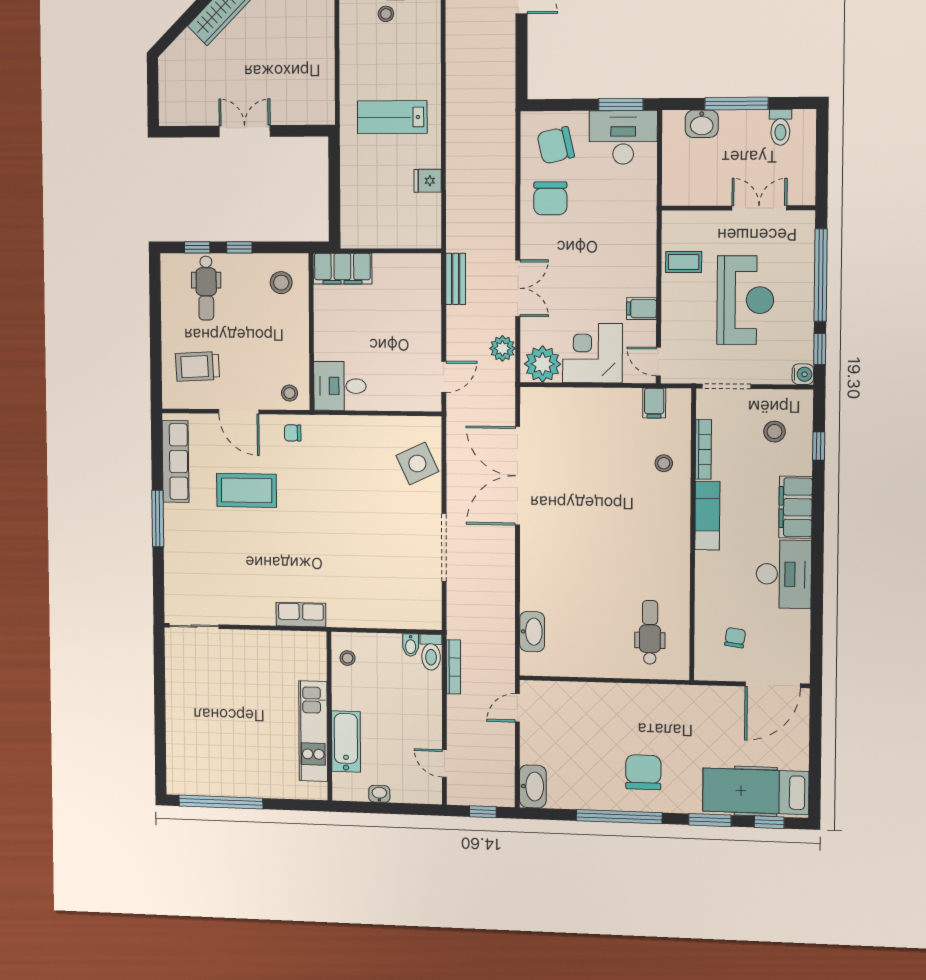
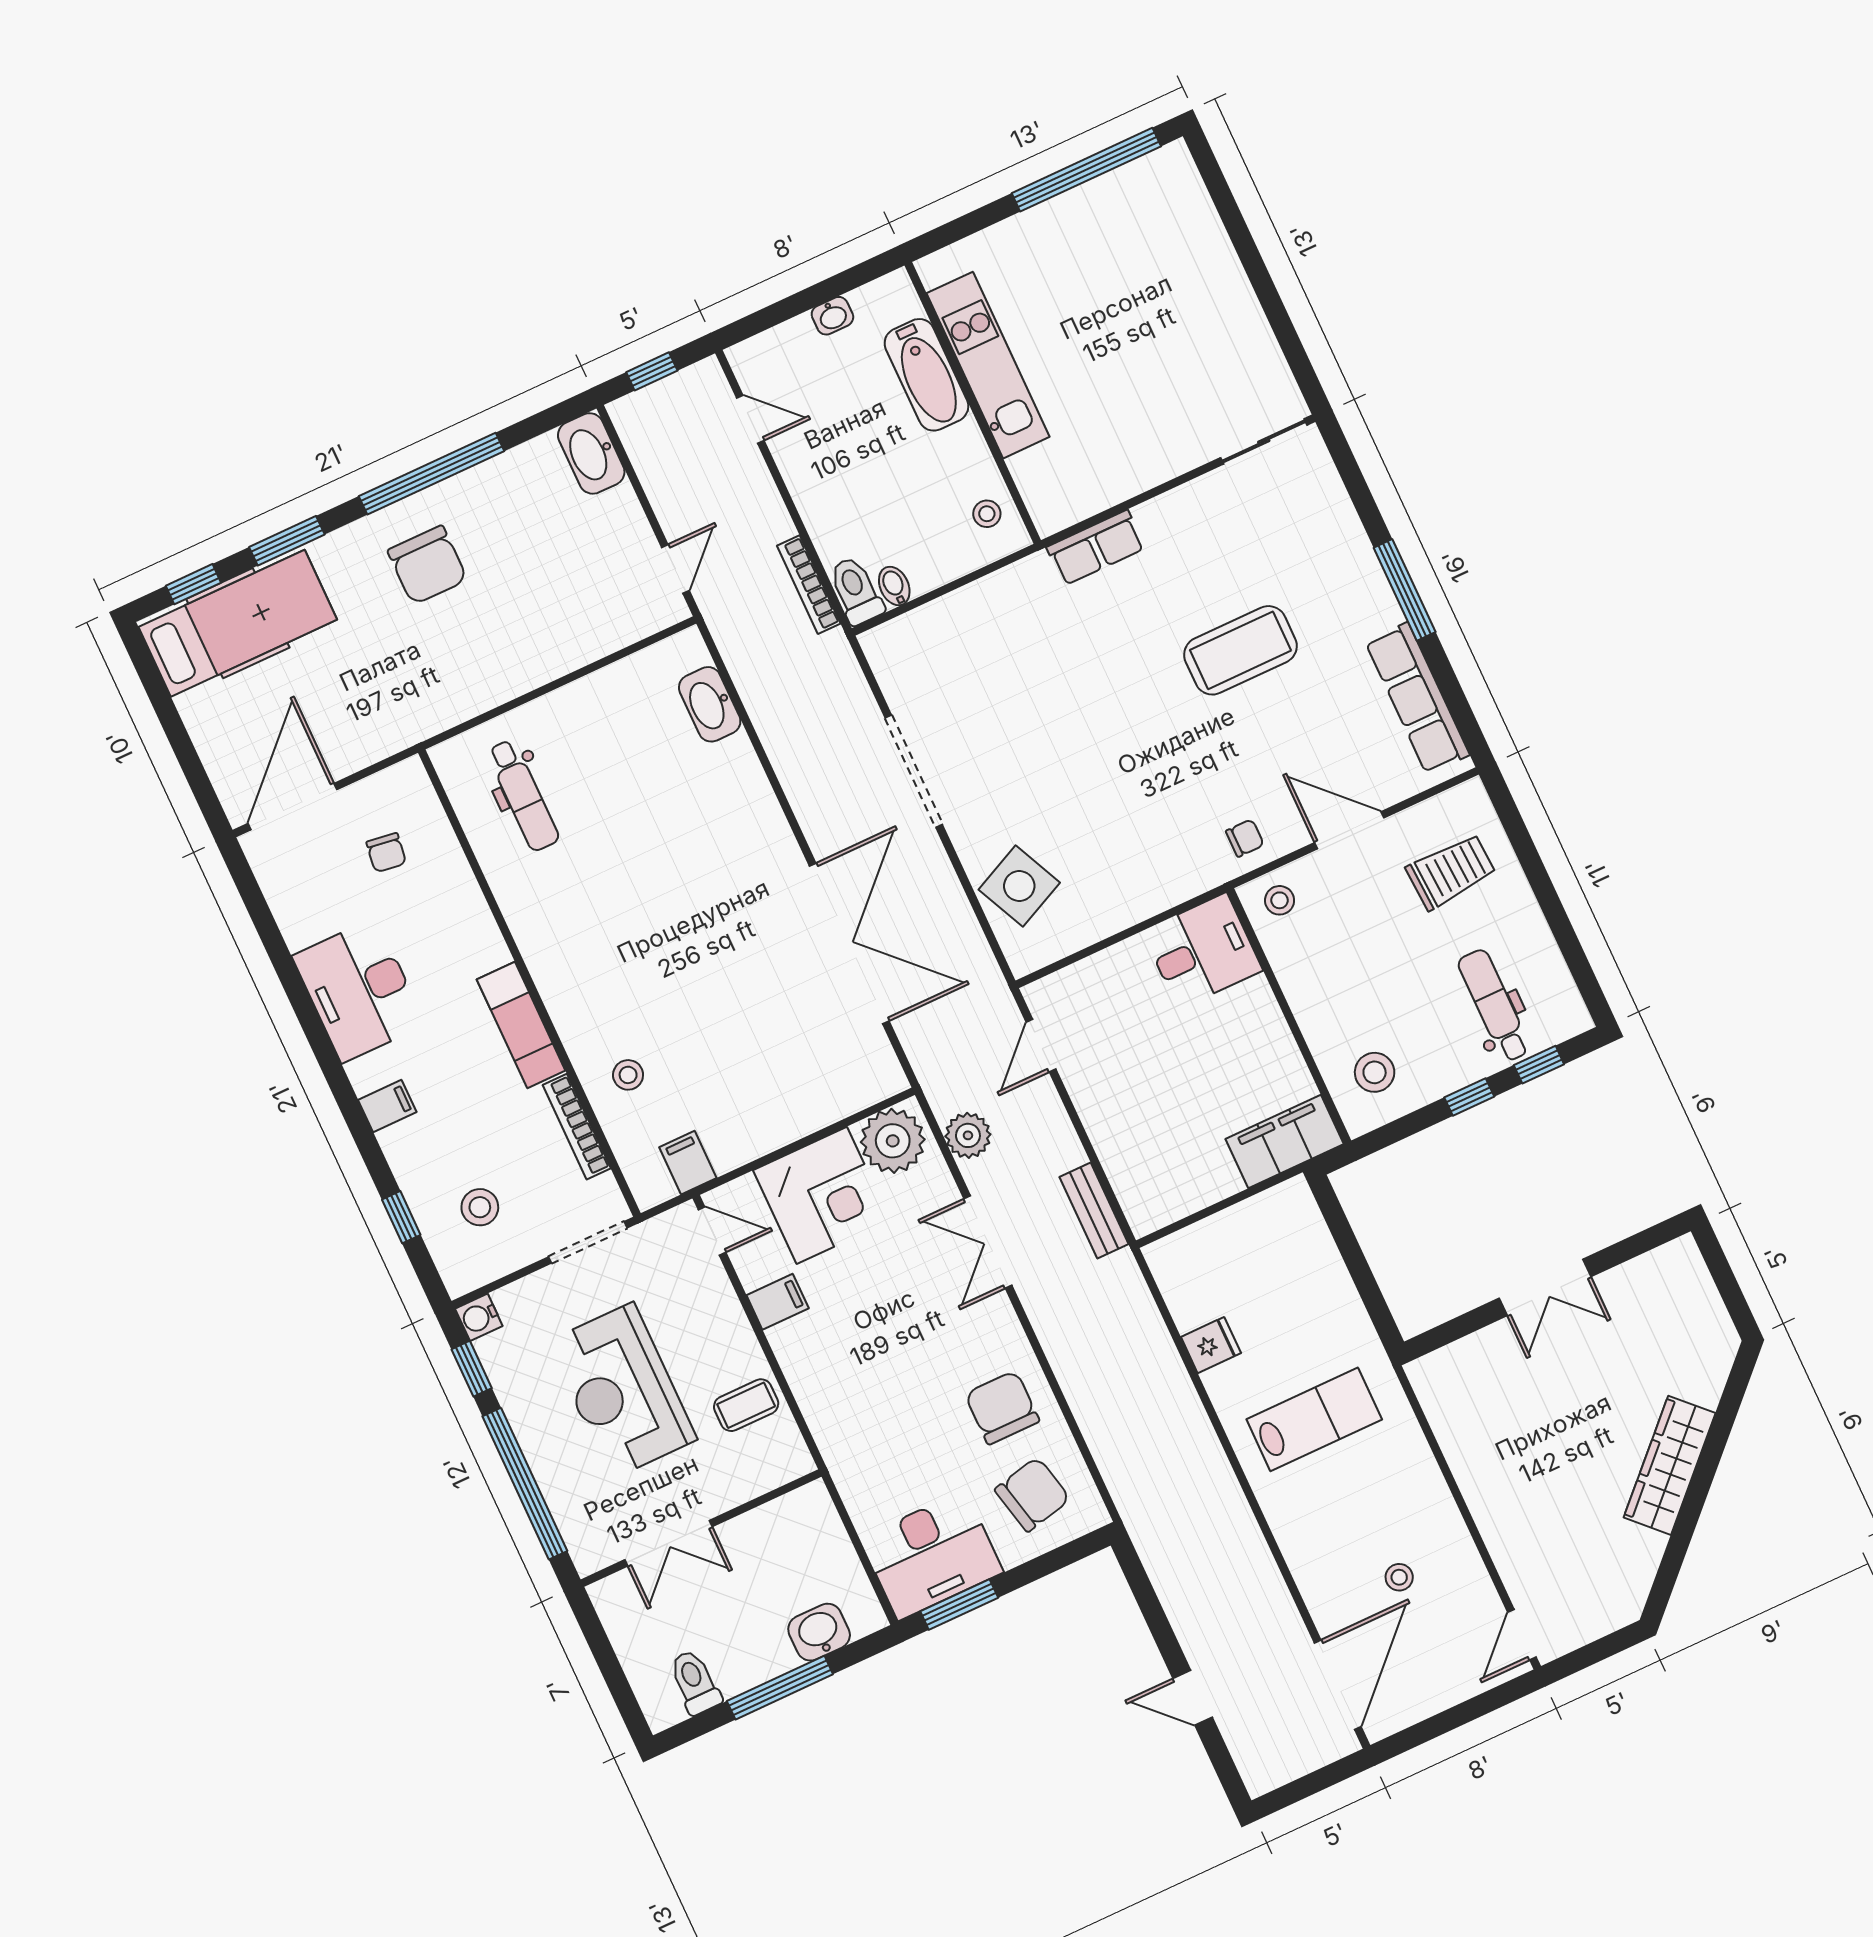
coffee table: (247, 490) -> (1240, 650), moved
filing cabinet: (796, 507) -> (387, 1106), width x0.33, depth x0.86

